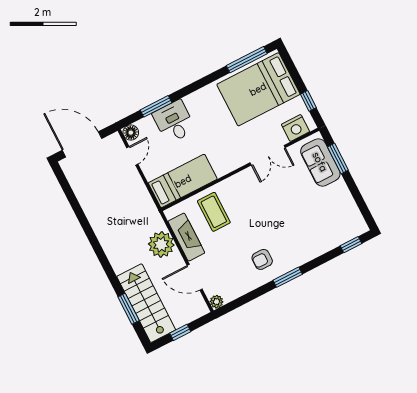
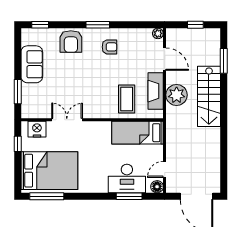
desk: (174, 122) -> (127, 178), width x1.37
sofa: (320, 162) -> (32, 64), moved
armchair: (308, 244) -> (71, 42), added
stairs: (146, 303) -> (209, 96), moved

